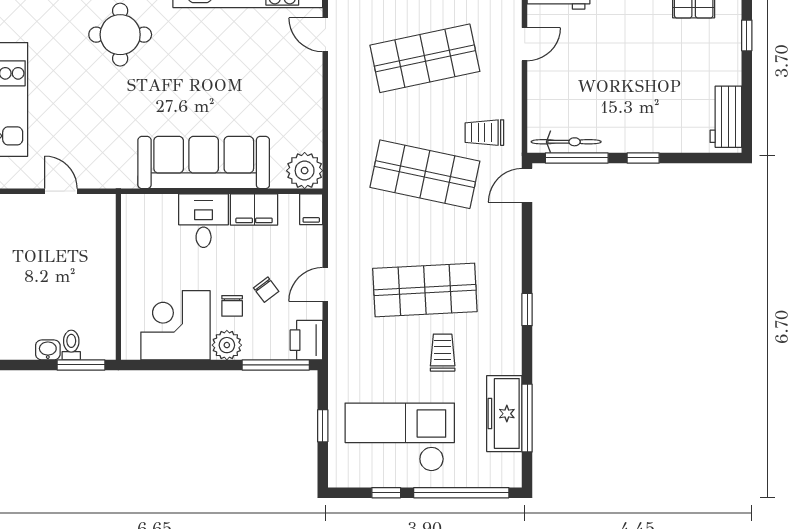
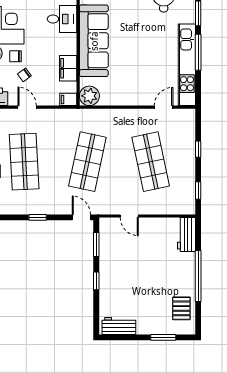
window: (747, 35) -> (163, 337), width x1.50
door: (525, 44) -> (129, 216), moved
trolley: (484, 133) -> (110, 194), removed
bicycle: (566, 142) -> (105, 239), removed
window: (577, 158) -> (96, 244), width x0.69
desk: (204, 221) -> (62, 19), moved
window: (527, 310) -> (38, 217), moved

